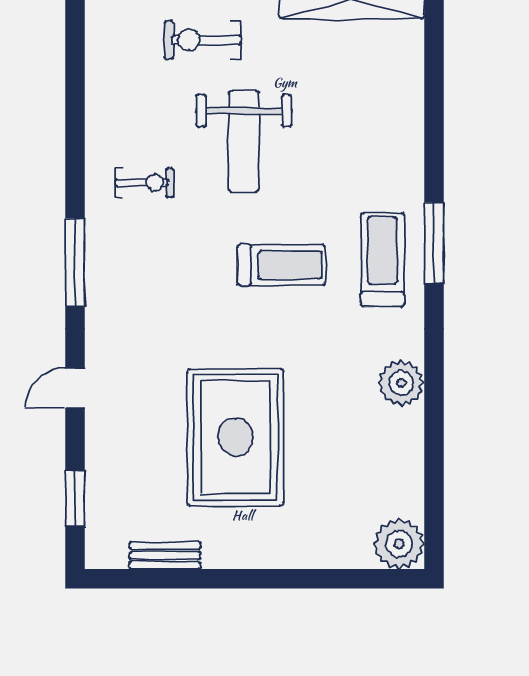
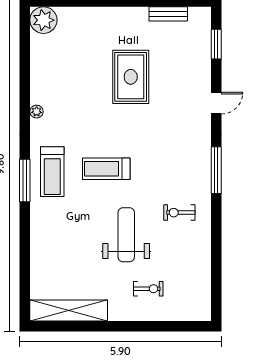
exercise bike: (203, 40) -> (148, 289), width x0.73, depth x0.72
plant: (401, 383) -> (37, 112), width x0.53, depth x0.53
rug: (235, 437) -> (131, 77), width x0.73, depth x0.69

